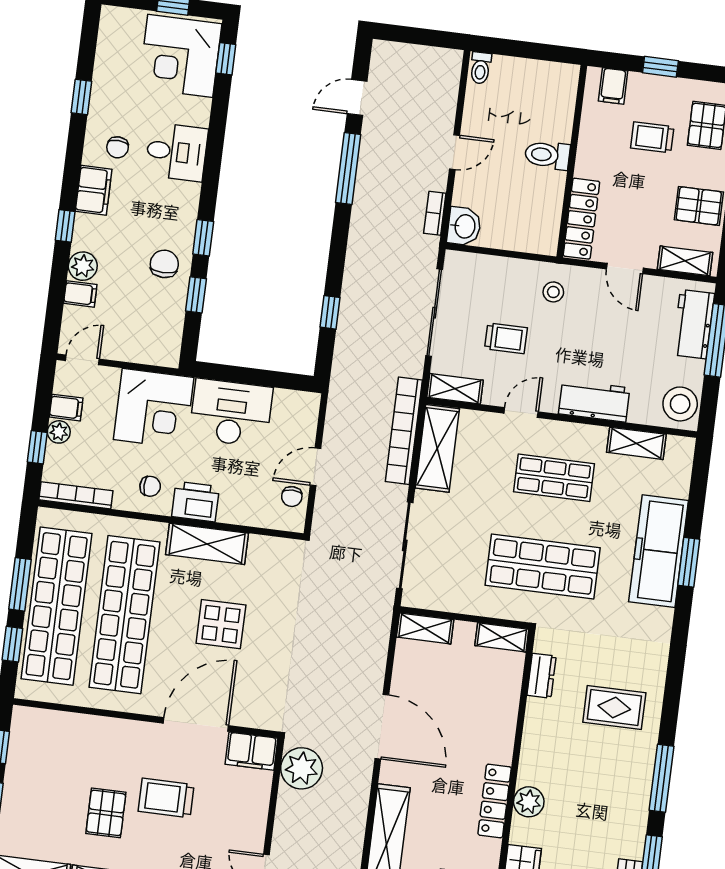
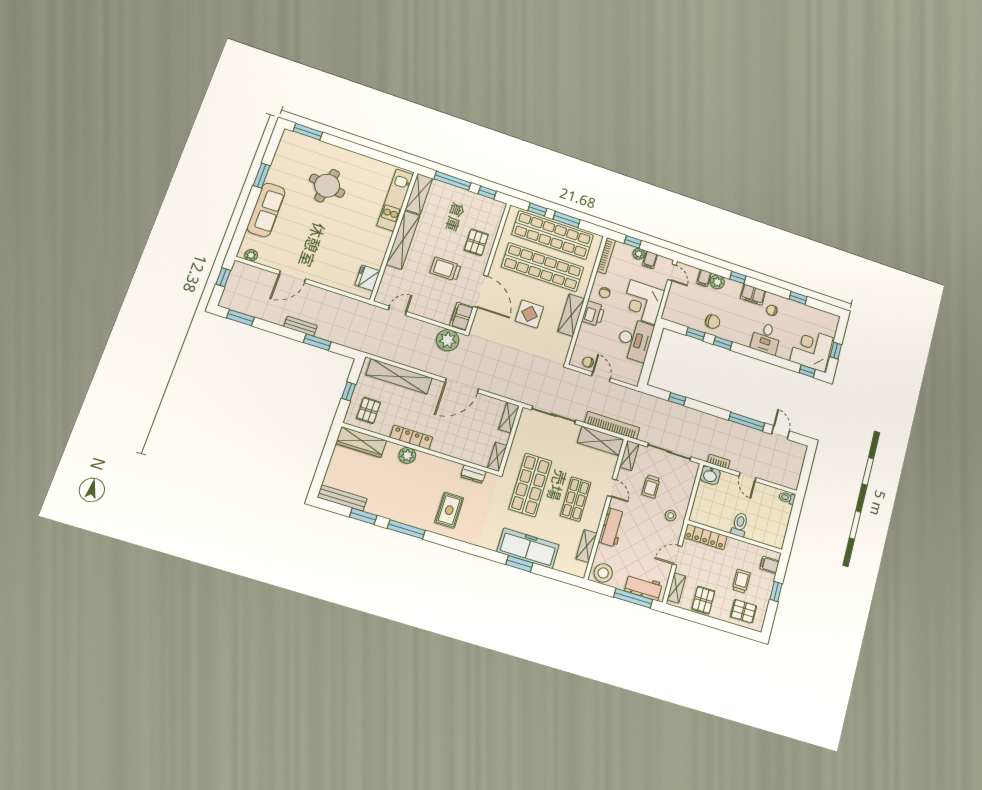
trolley: (166, 798) -> (445, 269), turned -90
pallet: (106, 813) -> (476, 242), moved, turned 90

